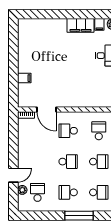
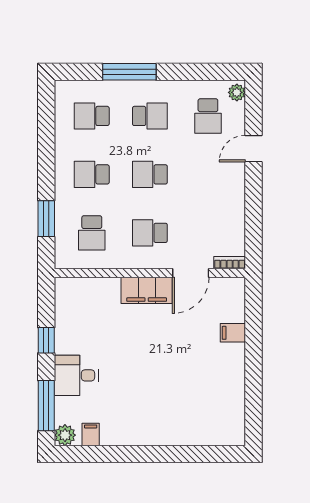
filing cabinet: (81, 25) -> (147, 290), moved, turned 180
door: (47, 110) -> (191, 273), swing flipped
school desk: (68, 131) -> (150, 233), turned 180
plant: (22, 190) -> (237, 92), moved

